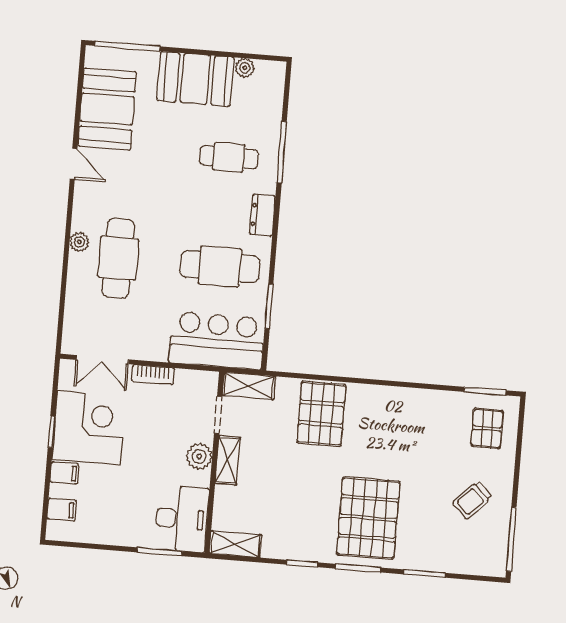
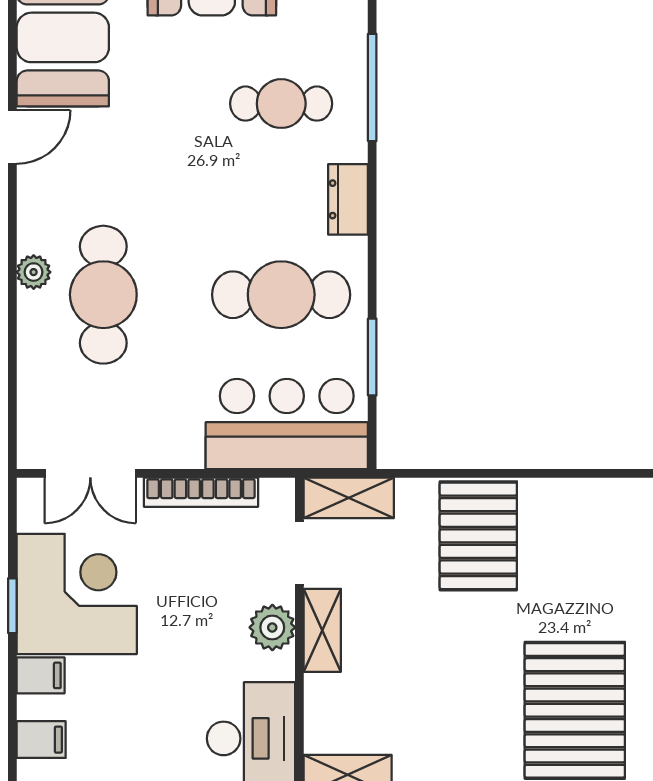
door: (74, 164) -> (12, 137), hinge flipped
bookcase: (153, 375) -> (201, 492), width x1.56

